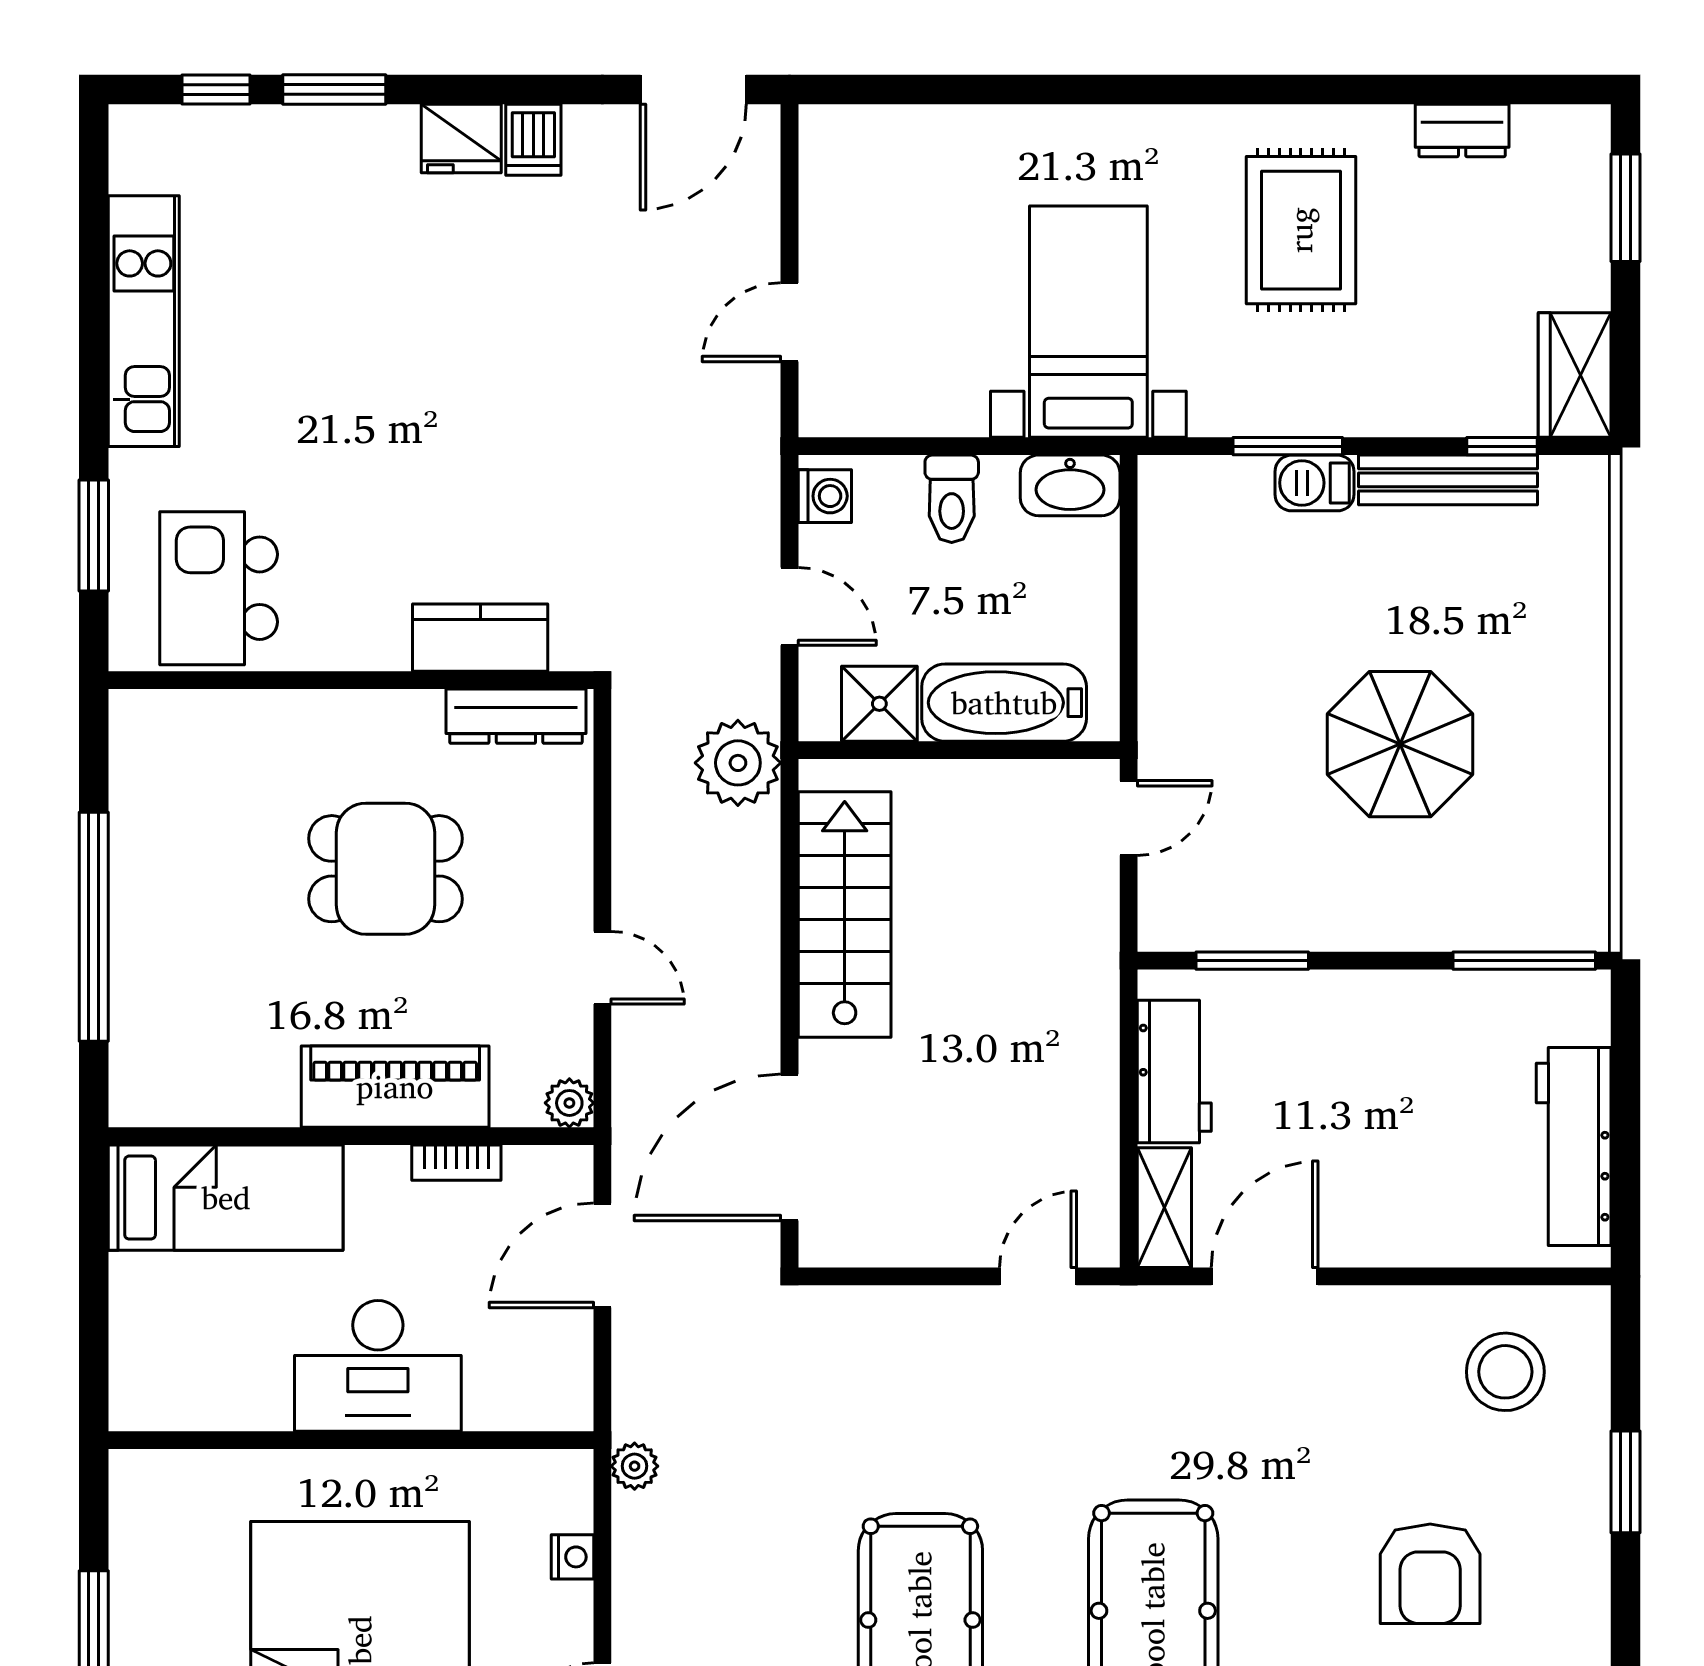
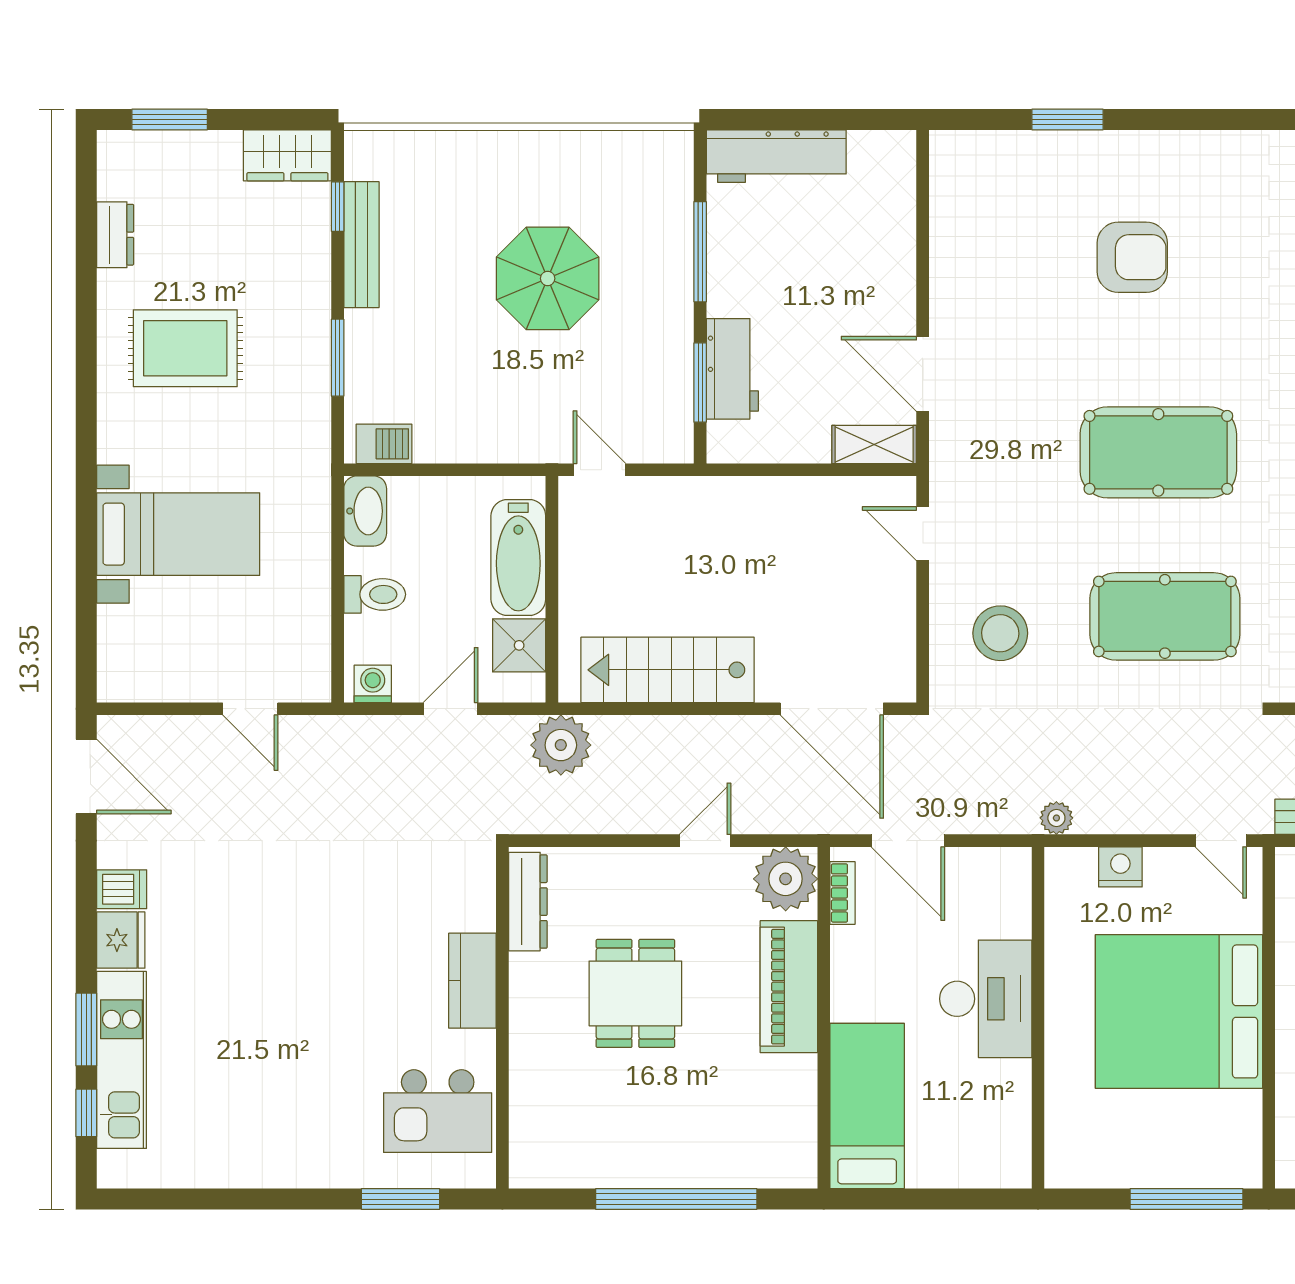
kitchen unit: (144, 321) -> (121, 1060), moved, turned 90
bed with nightstands: (1088, 322) -> (178, 534), moved, turned 180
barbecue: (1315, 483) -> (384, 444), moved, turned -90
kitchen counter: (480, 638) -> (472, 981), moved
window: (1524, 961) -> (700, 252), moved
workbench: (1174, 1071) -> (732, 369), moved, turned 90
plant: (569, 1103) -> (786, 879), width x1.87, depth x1.87
workbench: (1574, 1146) -> (776, 156), moved
bookcase: (456, 1163) -> (842, 893), moved
stool: (1505, 1372) -> (1000, 633), moved
nightstand: (573, 1557) -> (1120, 867), width x1.39, depth x1.35

